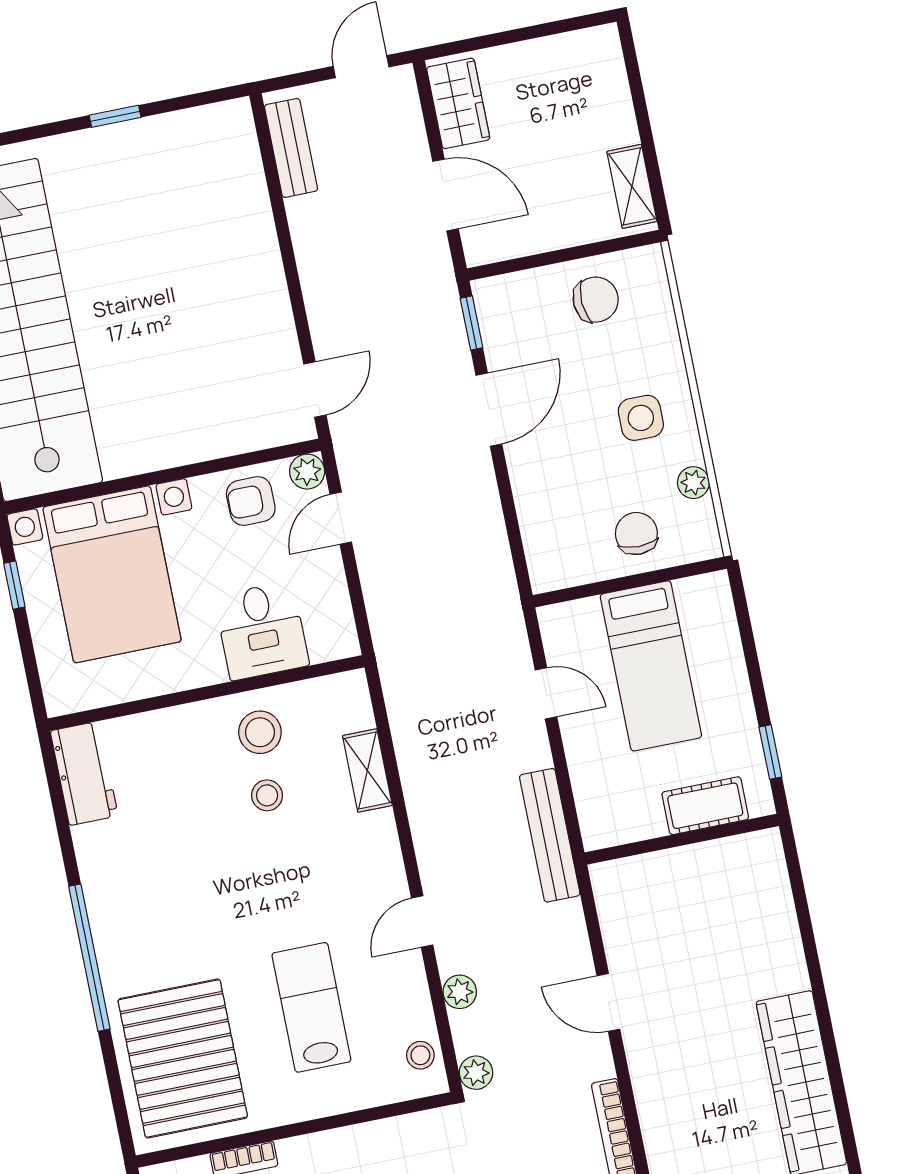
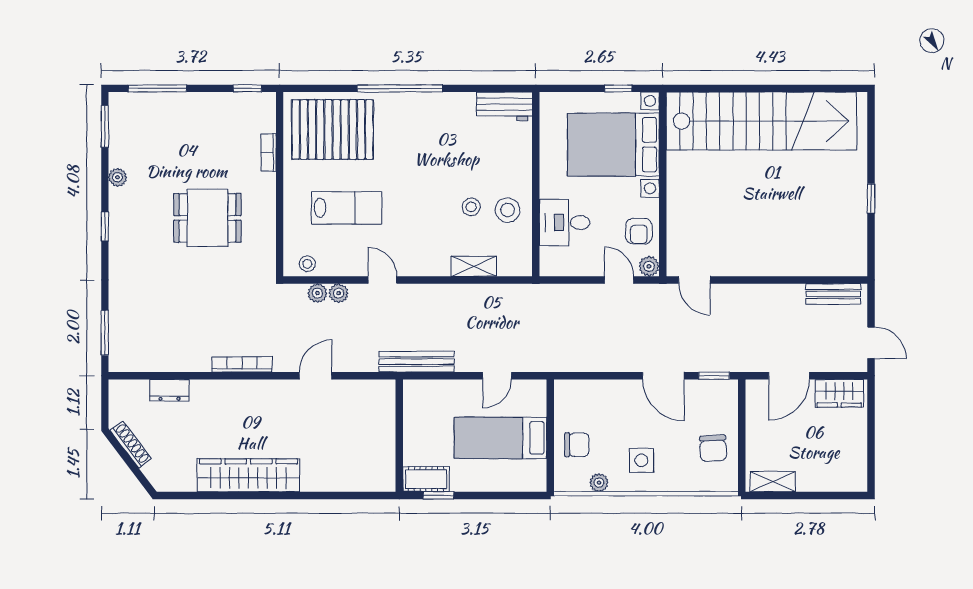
armchair: (251, 501) -> (639, 231), turned 180
cot: (705, 806) -> (426, 479), moved, turned 90
plant: (476, 1073) -> (317, 293), moved

